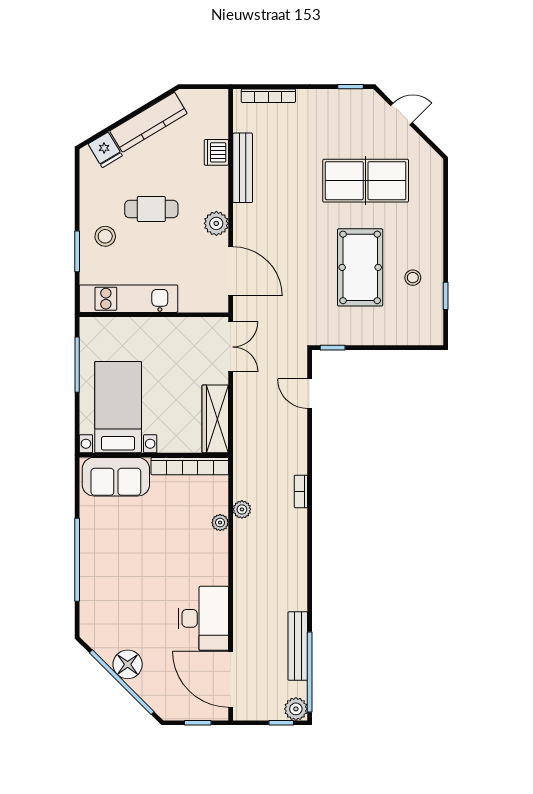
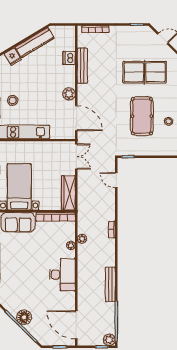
cafe table: (151, 209) -> (36, 87), removed
desk: (203, 618) -> (62, 275), moved
bench: (298, 646) -> (110, 284), moved

